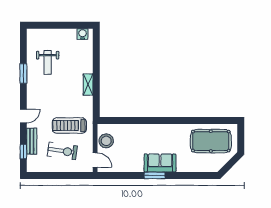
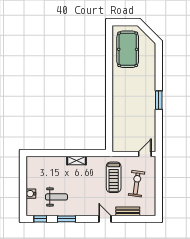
water cooler: (82, 34) -> (31, 194), moved
stool: (106, 141) -> (127, 144), removed
window: (23, 152) -> (40, 219), moved
sofa: (160, 163) -> (147, 95), removed

